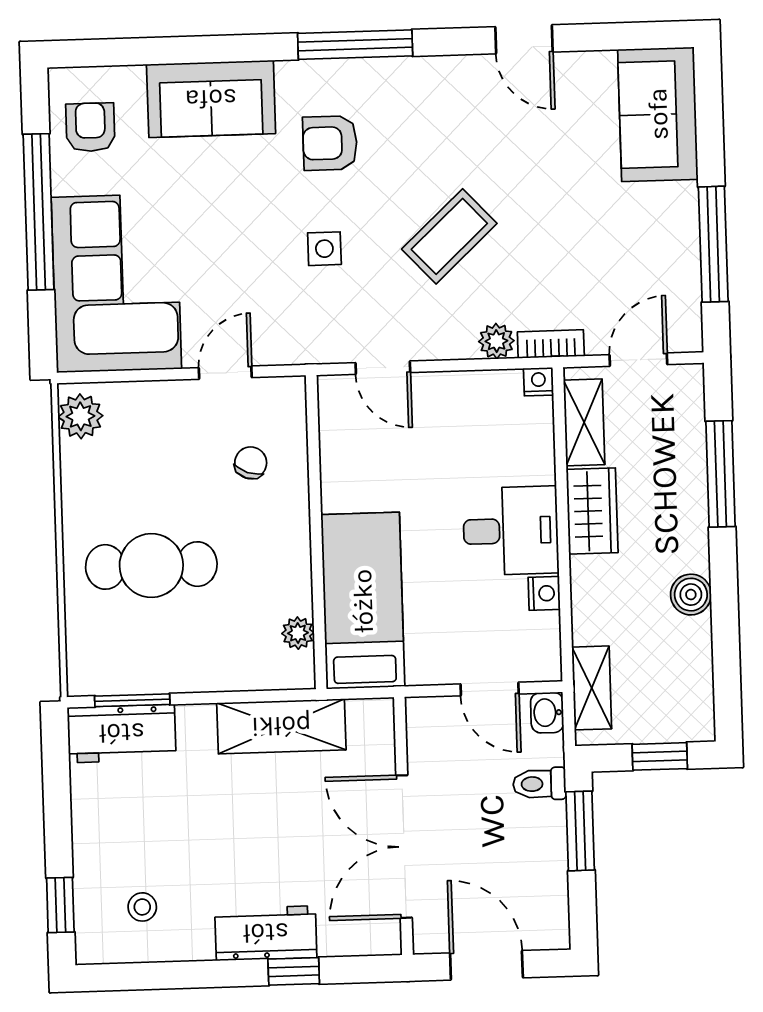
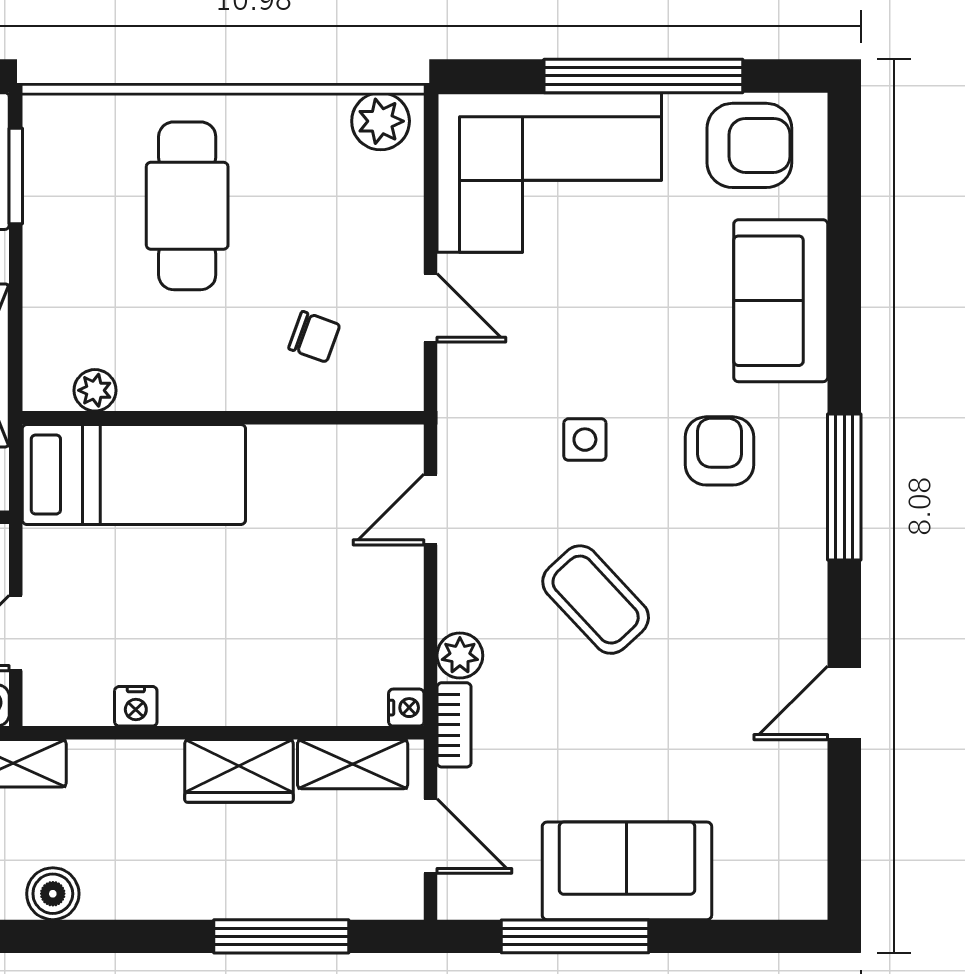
sofa: (658, 114) -> (627, 871), moved
armchair: (90, 127) -> (749, 145), width x1.38, depth x1.38
desk: (511, 531) -> (217, 666), removed
boiler: (691, 595) -> (53, 894), moved

